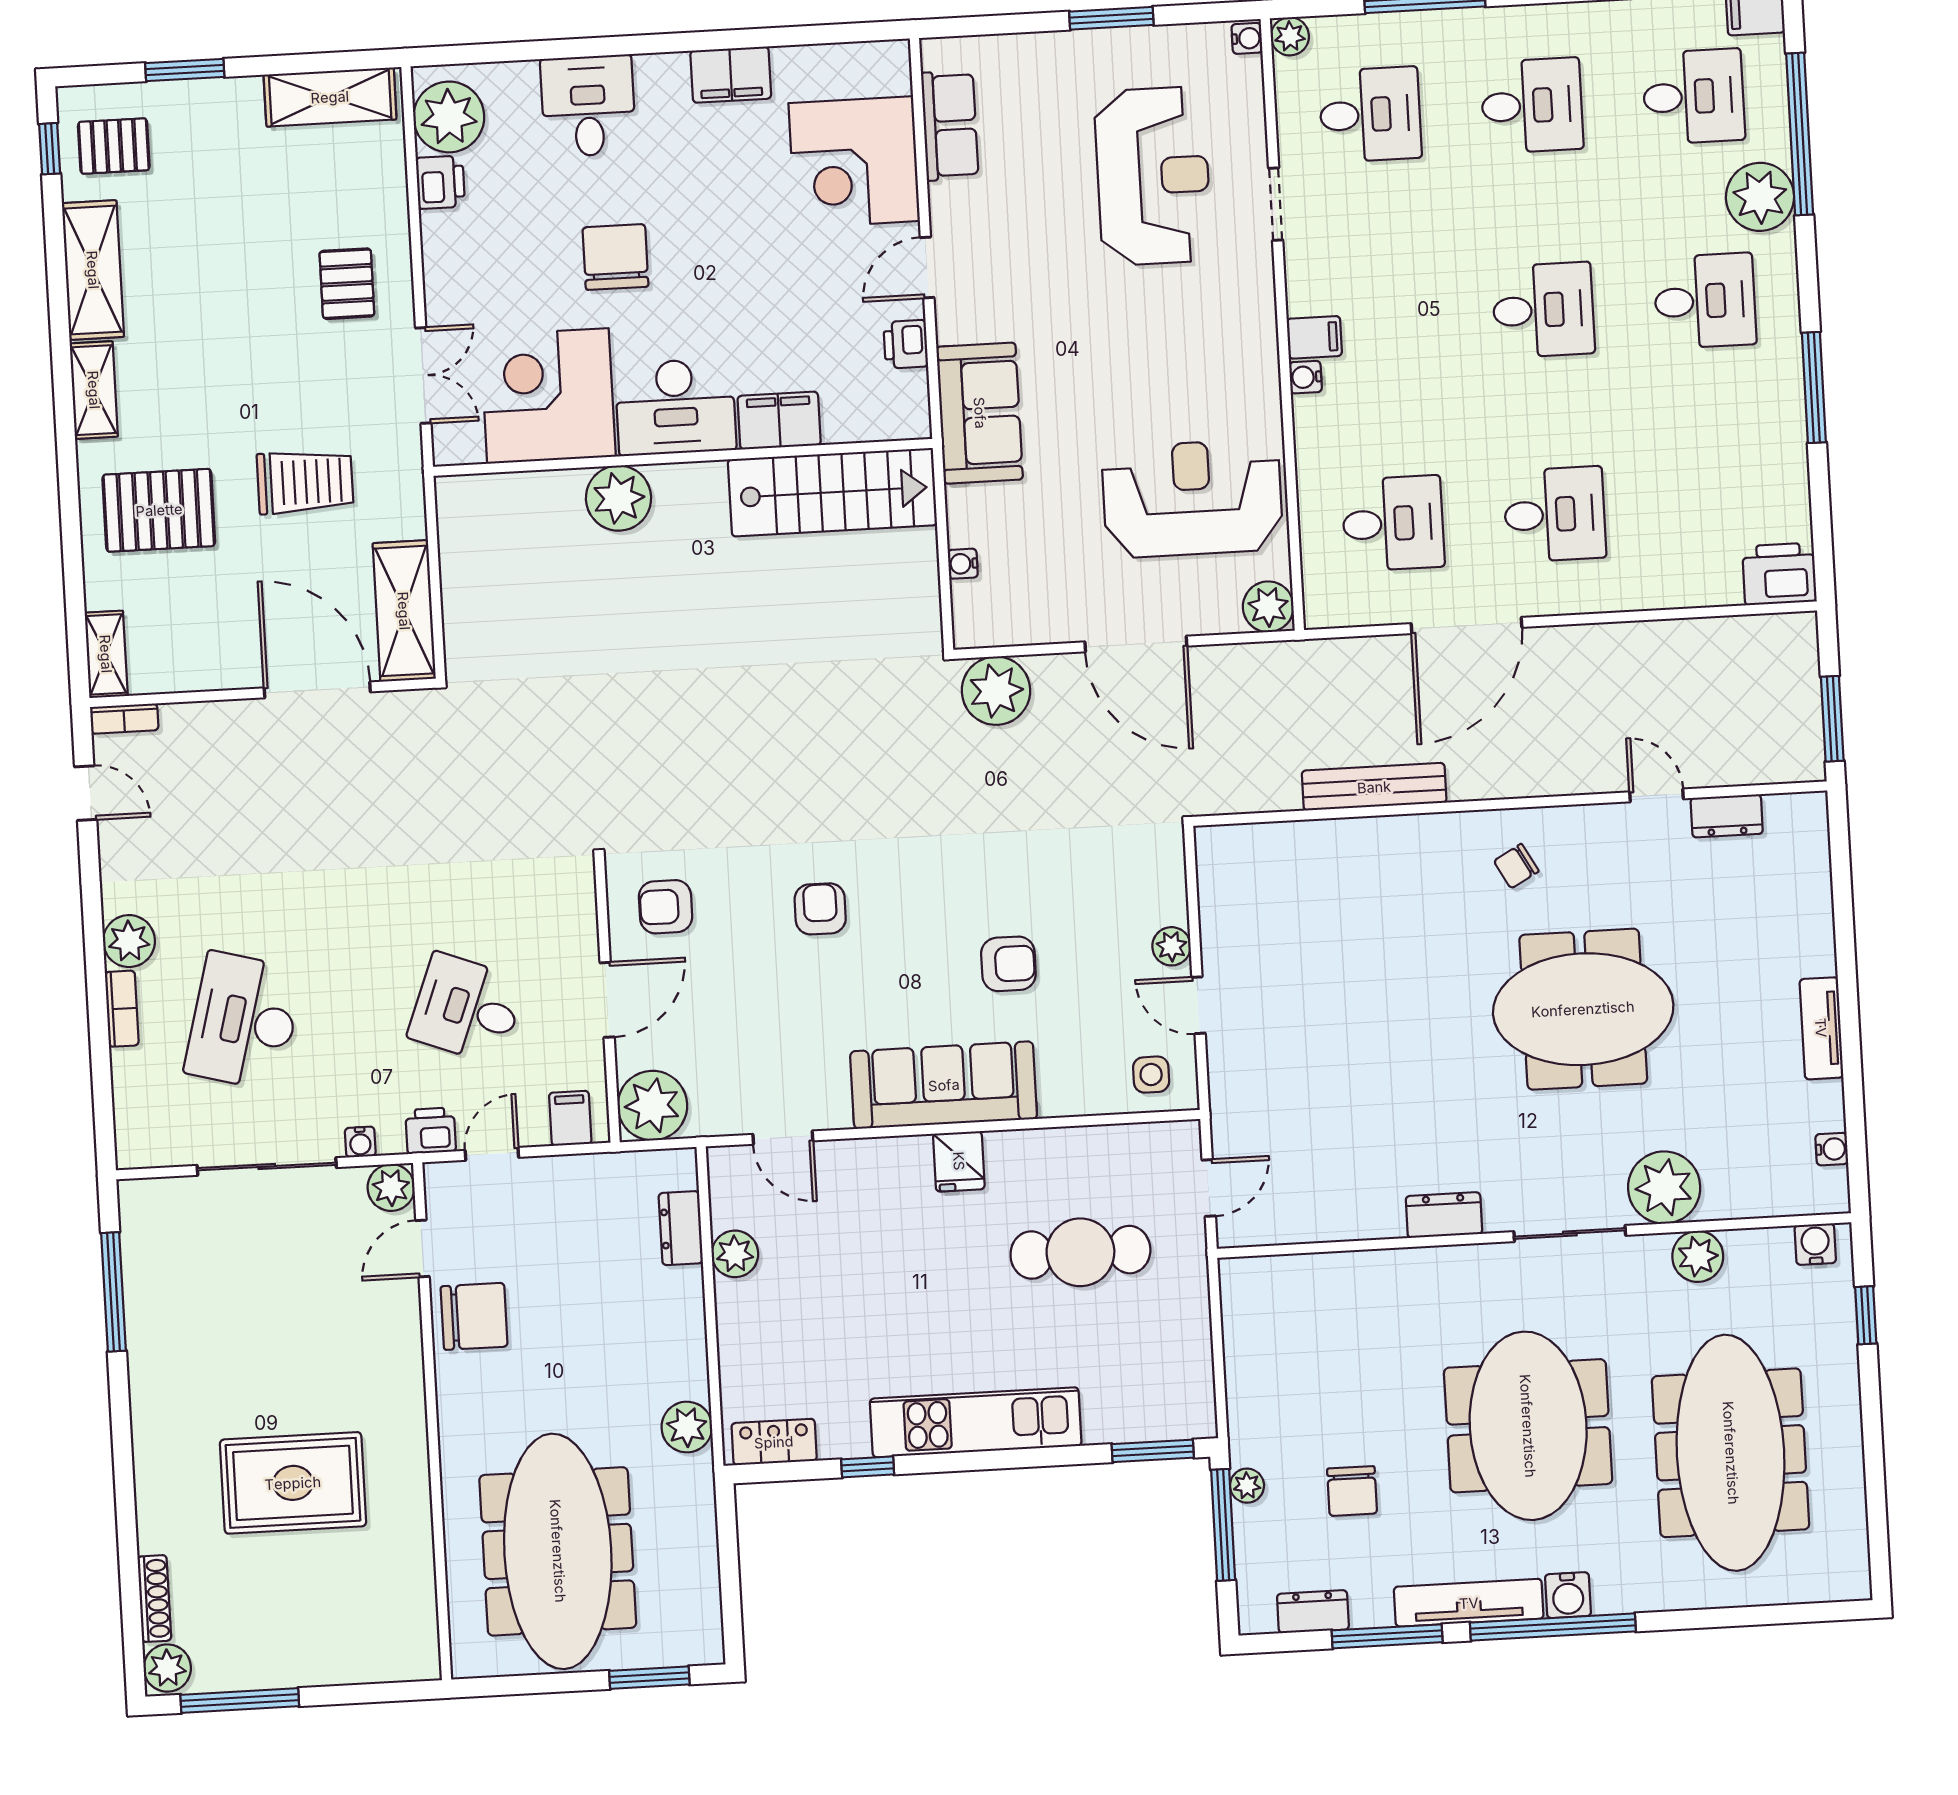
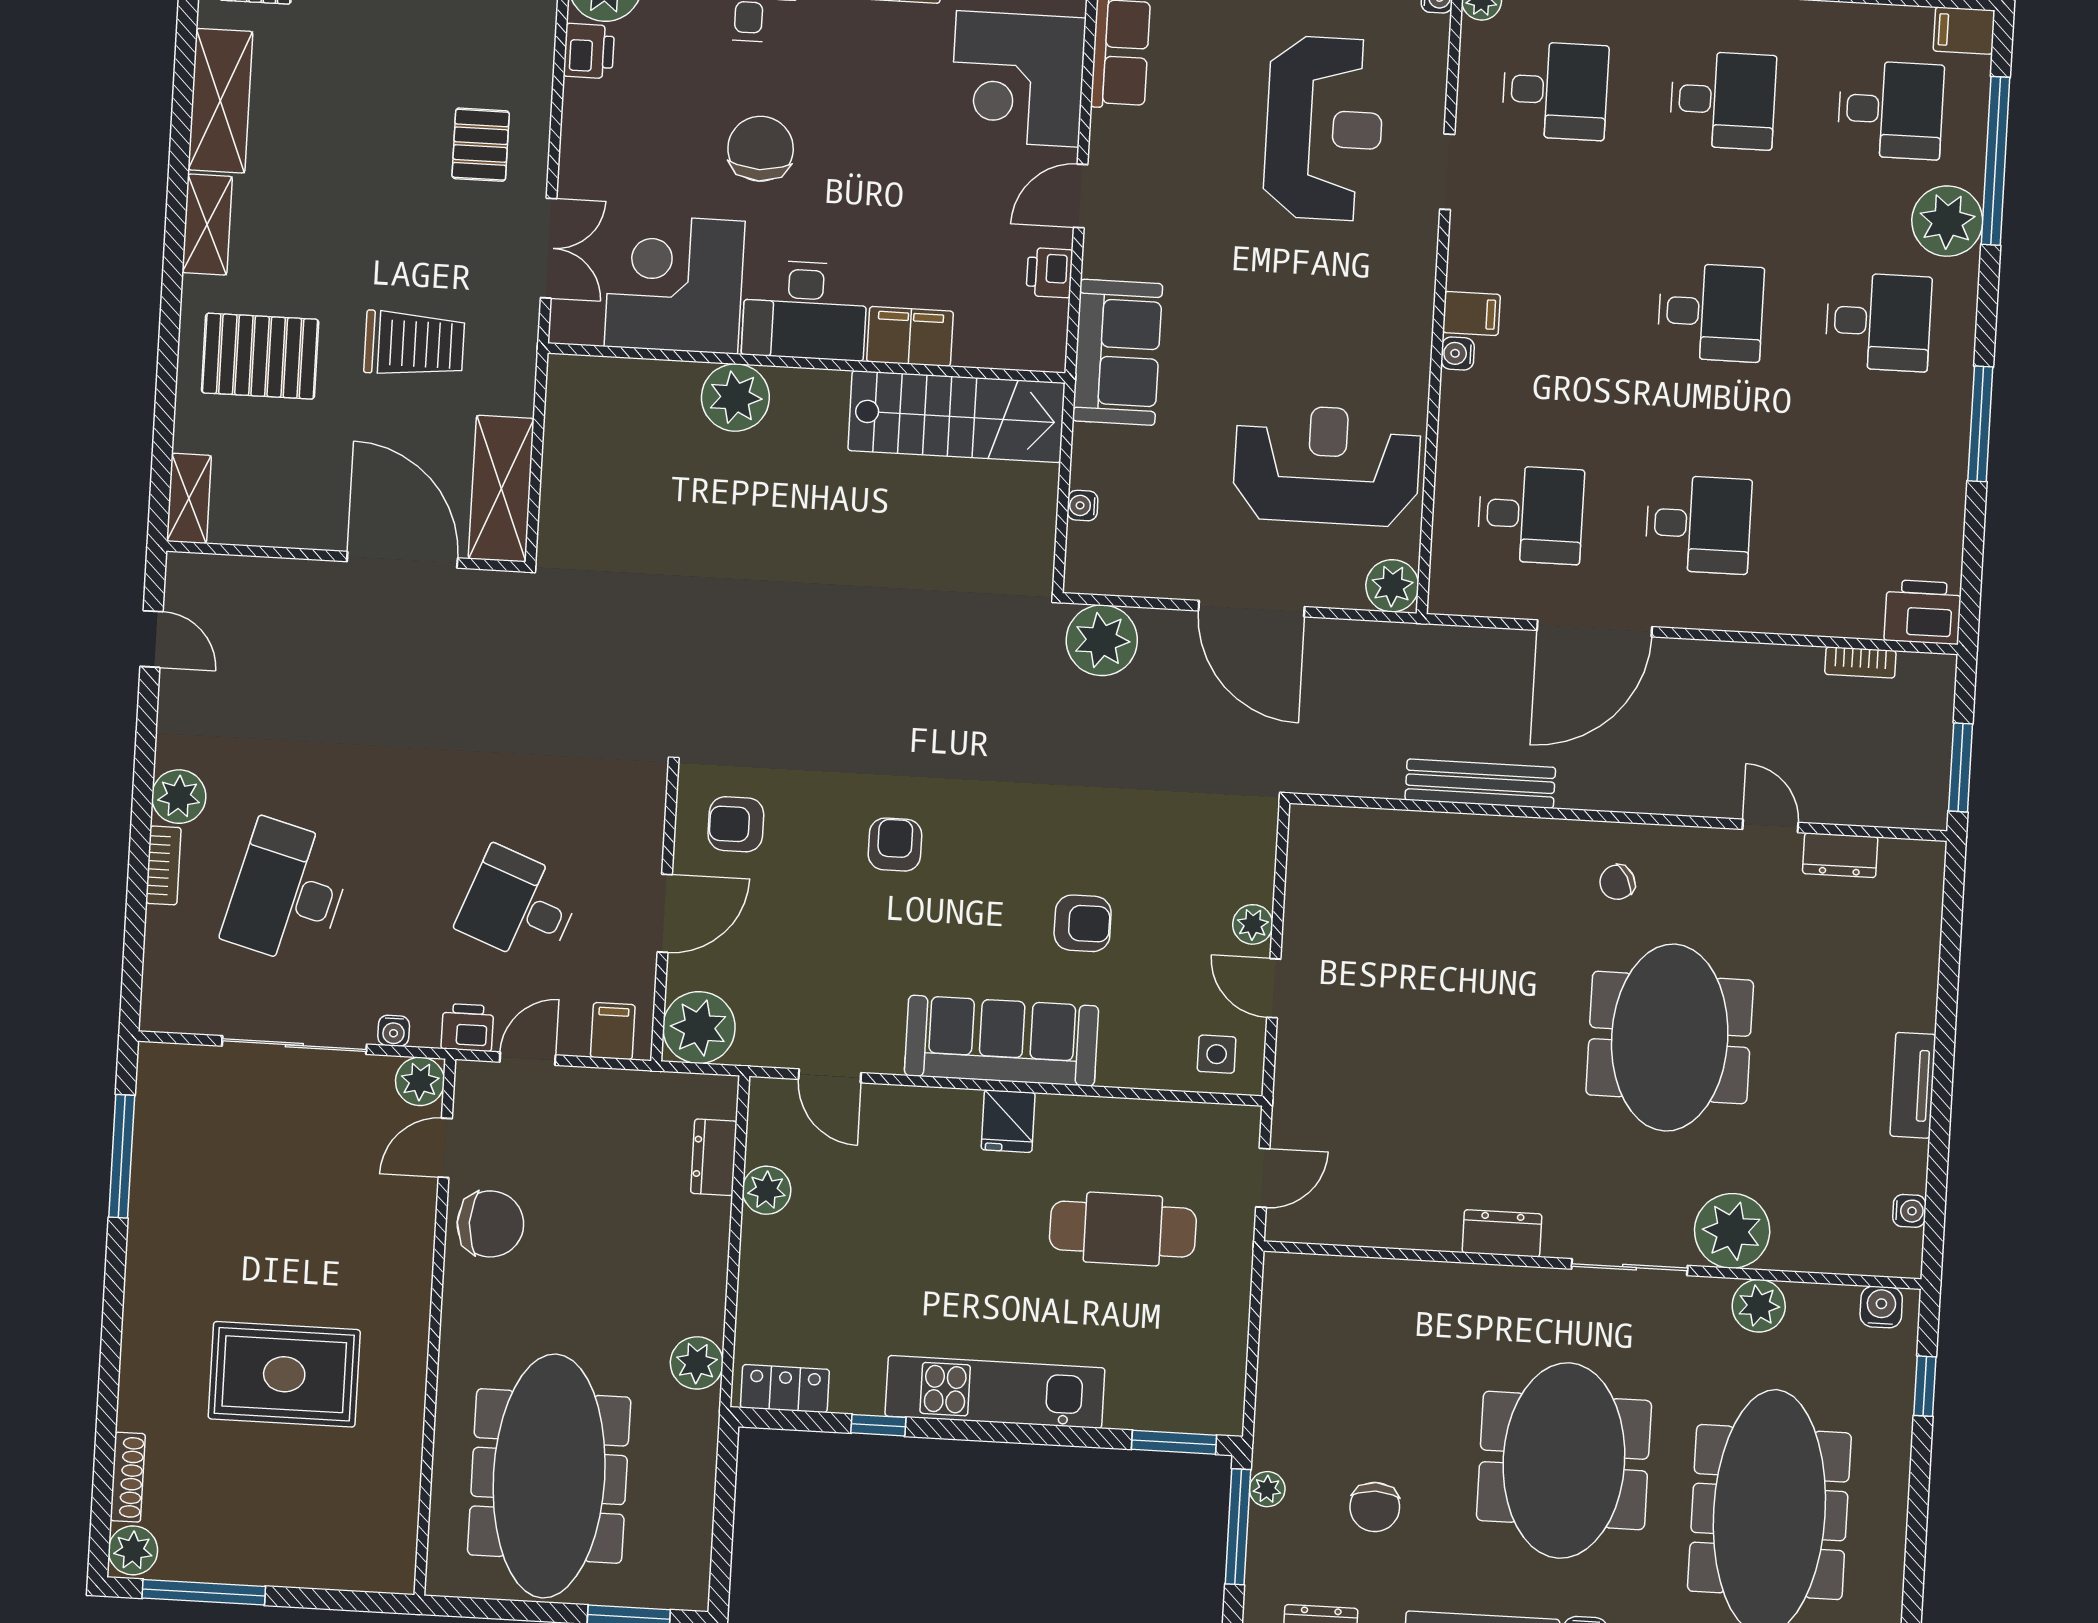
bookcase: (124, 719) -> (1860, 662), moved
meeting table: (1583, 1009) -> (1670, 1038), turned 90

